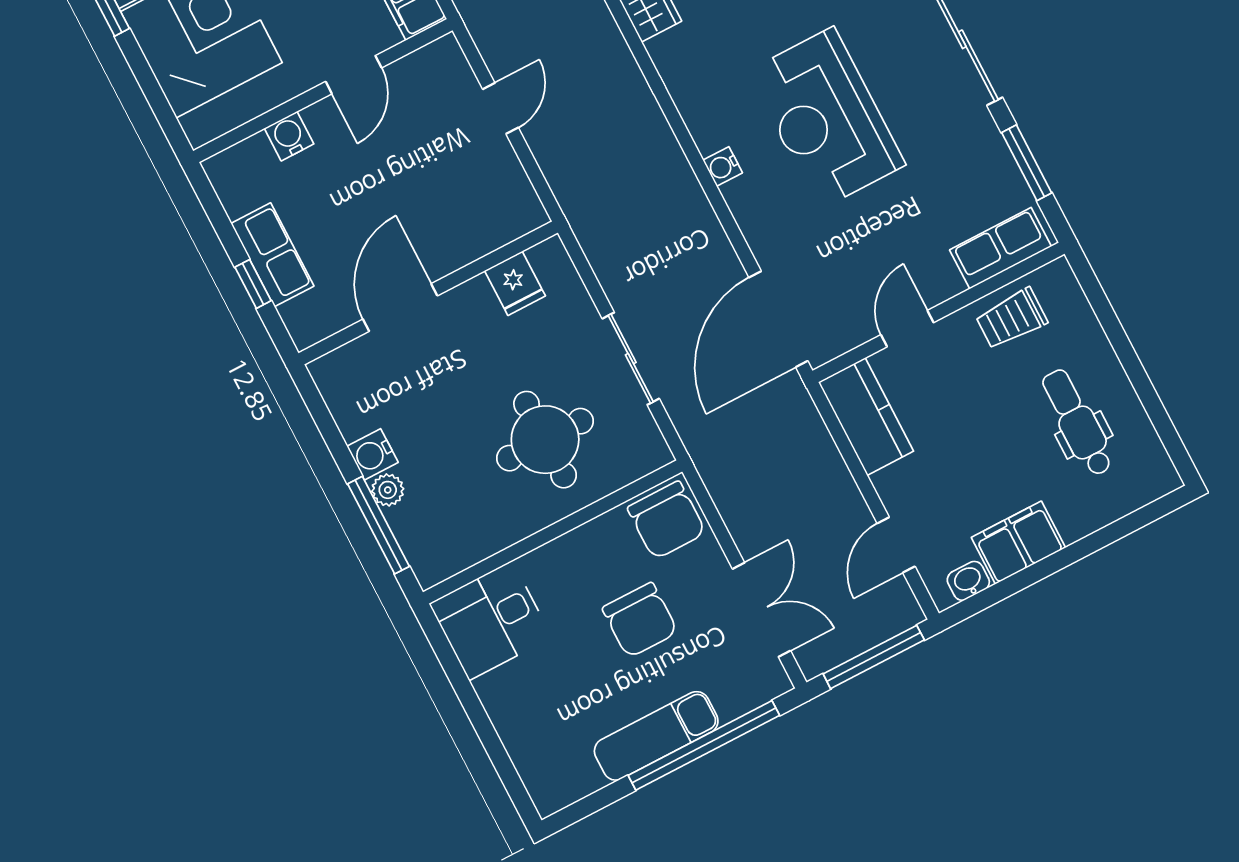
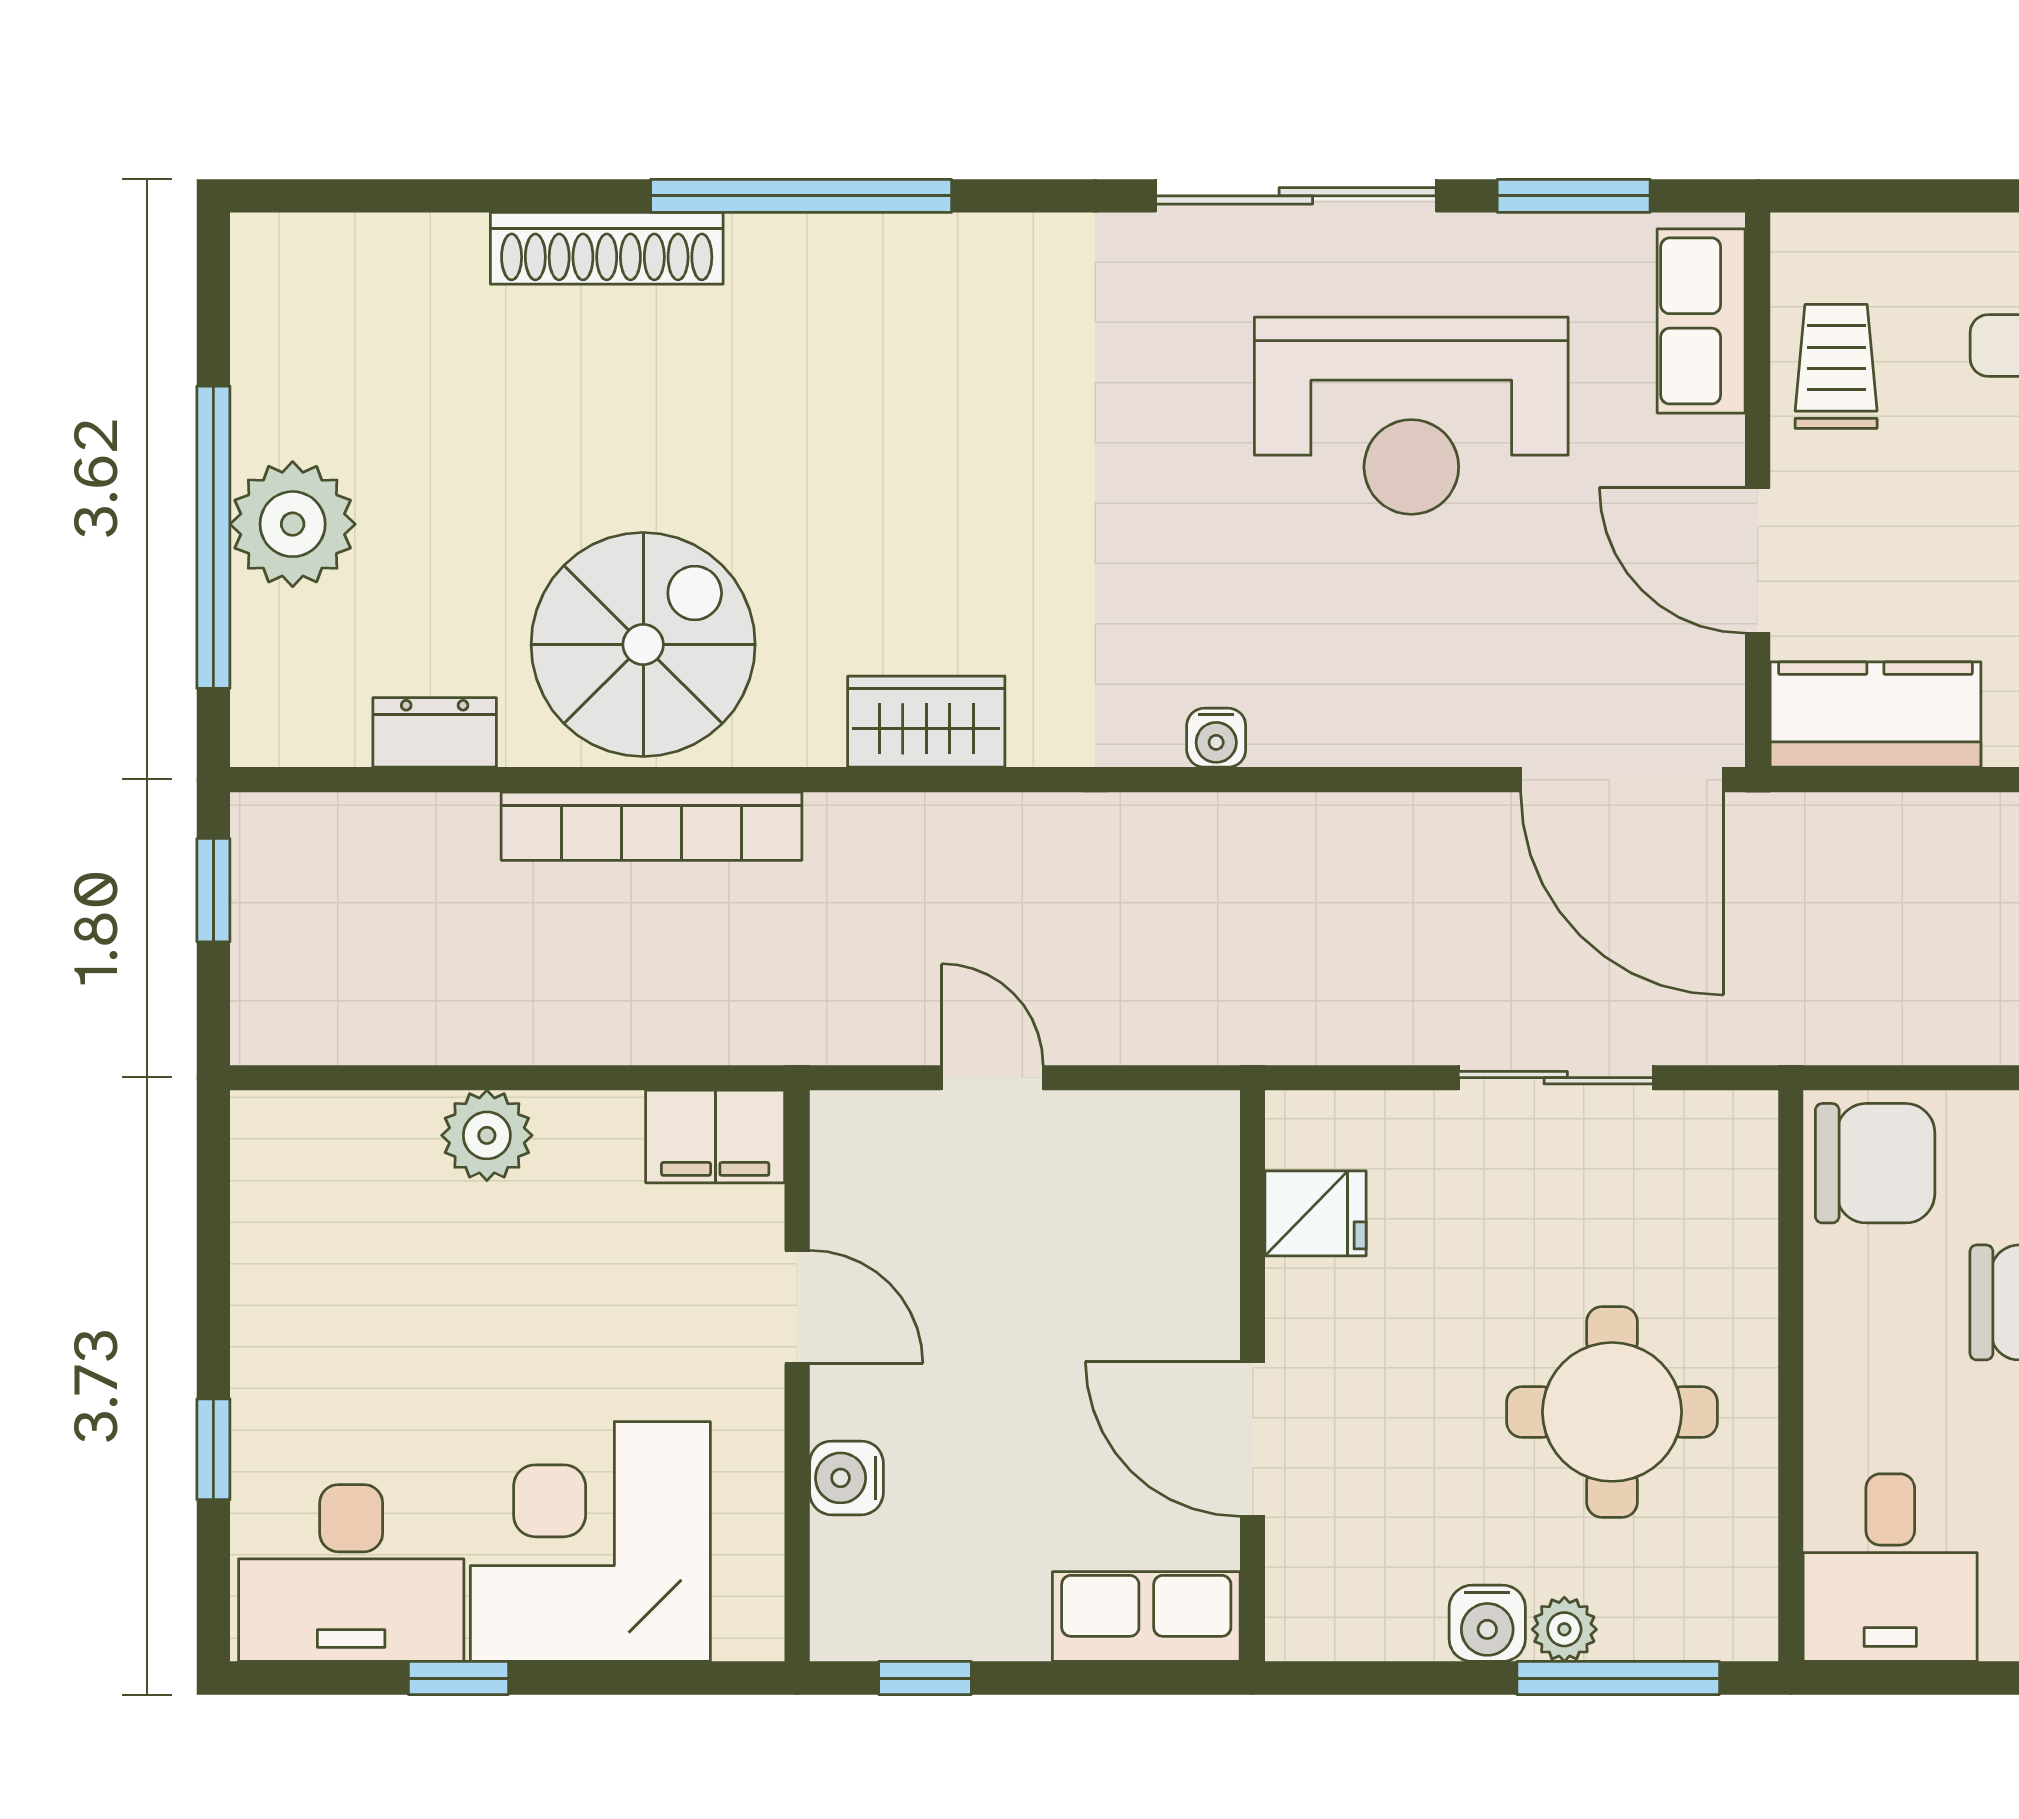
reception desk: (826, 118) -> (1411, 416), moved
water cooler: (723, 166) -> (1216, 738), moved
row of seats: (272, 255) -> (1146, 1617), moved
window: (253, 284) -> (925, 1678), moved
trolley: (1011, 319) -> (1836, 366), turned 180
door: (907, 329) -> (1758, 560), width x1.38
round table: (545, 440) -> (1612, 1412), moved

